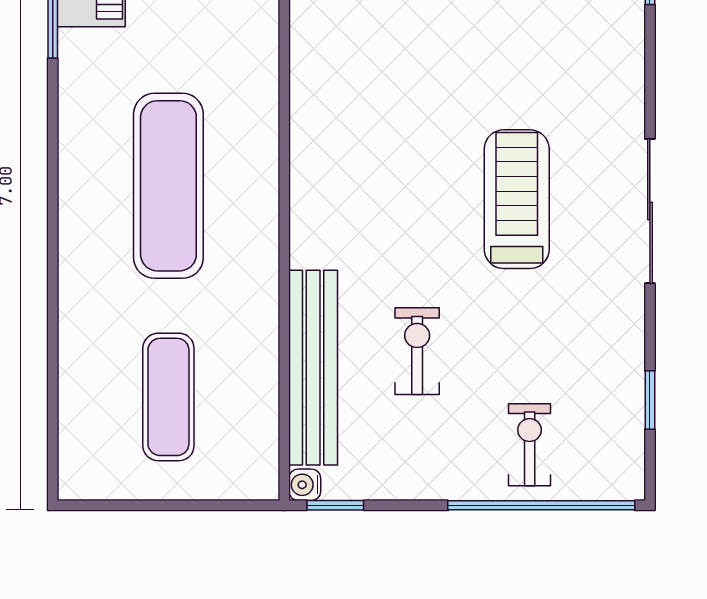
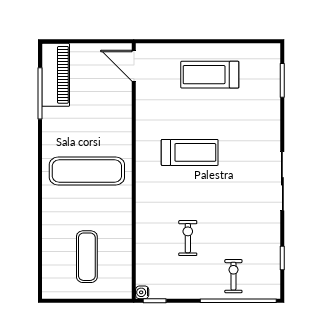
exercise mat: (168, 186) -> (87, 171), turned 90
treadmill: (517, 199) -> (190, 152), moved, turned 90
bench: (313, 368) -> (146, 245), removed

